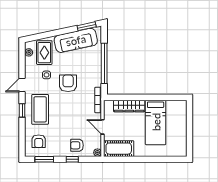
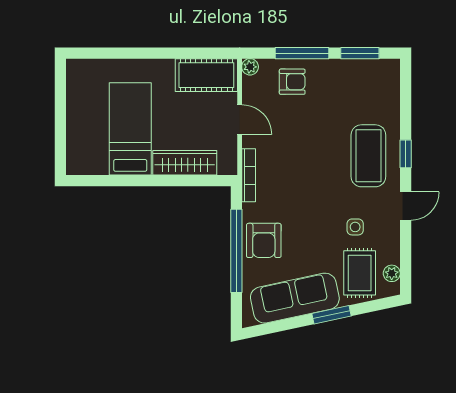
window: (87, 26) -> (331, 315), moved
armchair: (68, 83) -> (264, 240), moved
armchair: (39, 141) -> (371, 90), removed
window: (72, 159) -> (302, 53), width x2.17

